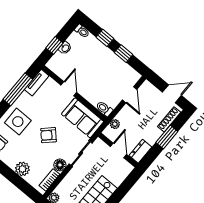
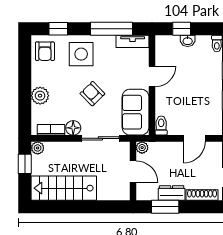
plant: (115, 124) -> (142, 148), moved
window: (167, 137) -> (165, 207), moved
door: (118, 150) -> (133, 172), hinge flipped
dresser: (140, 151) -> (172, 193), moved

